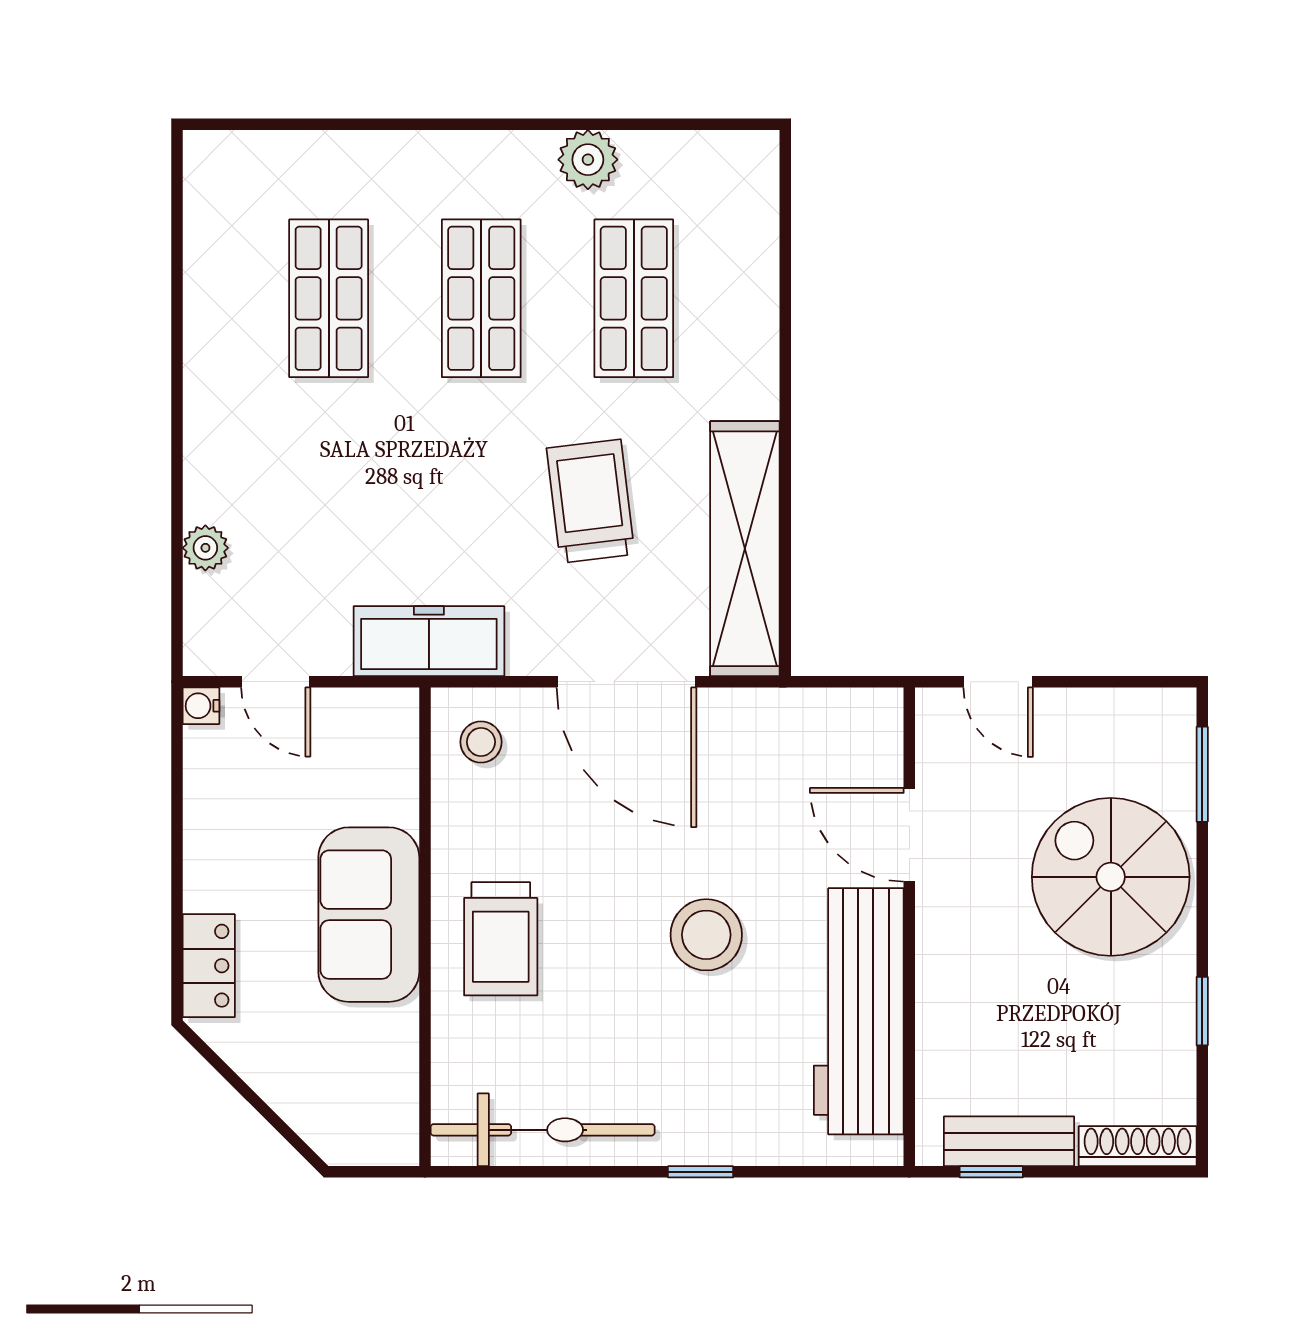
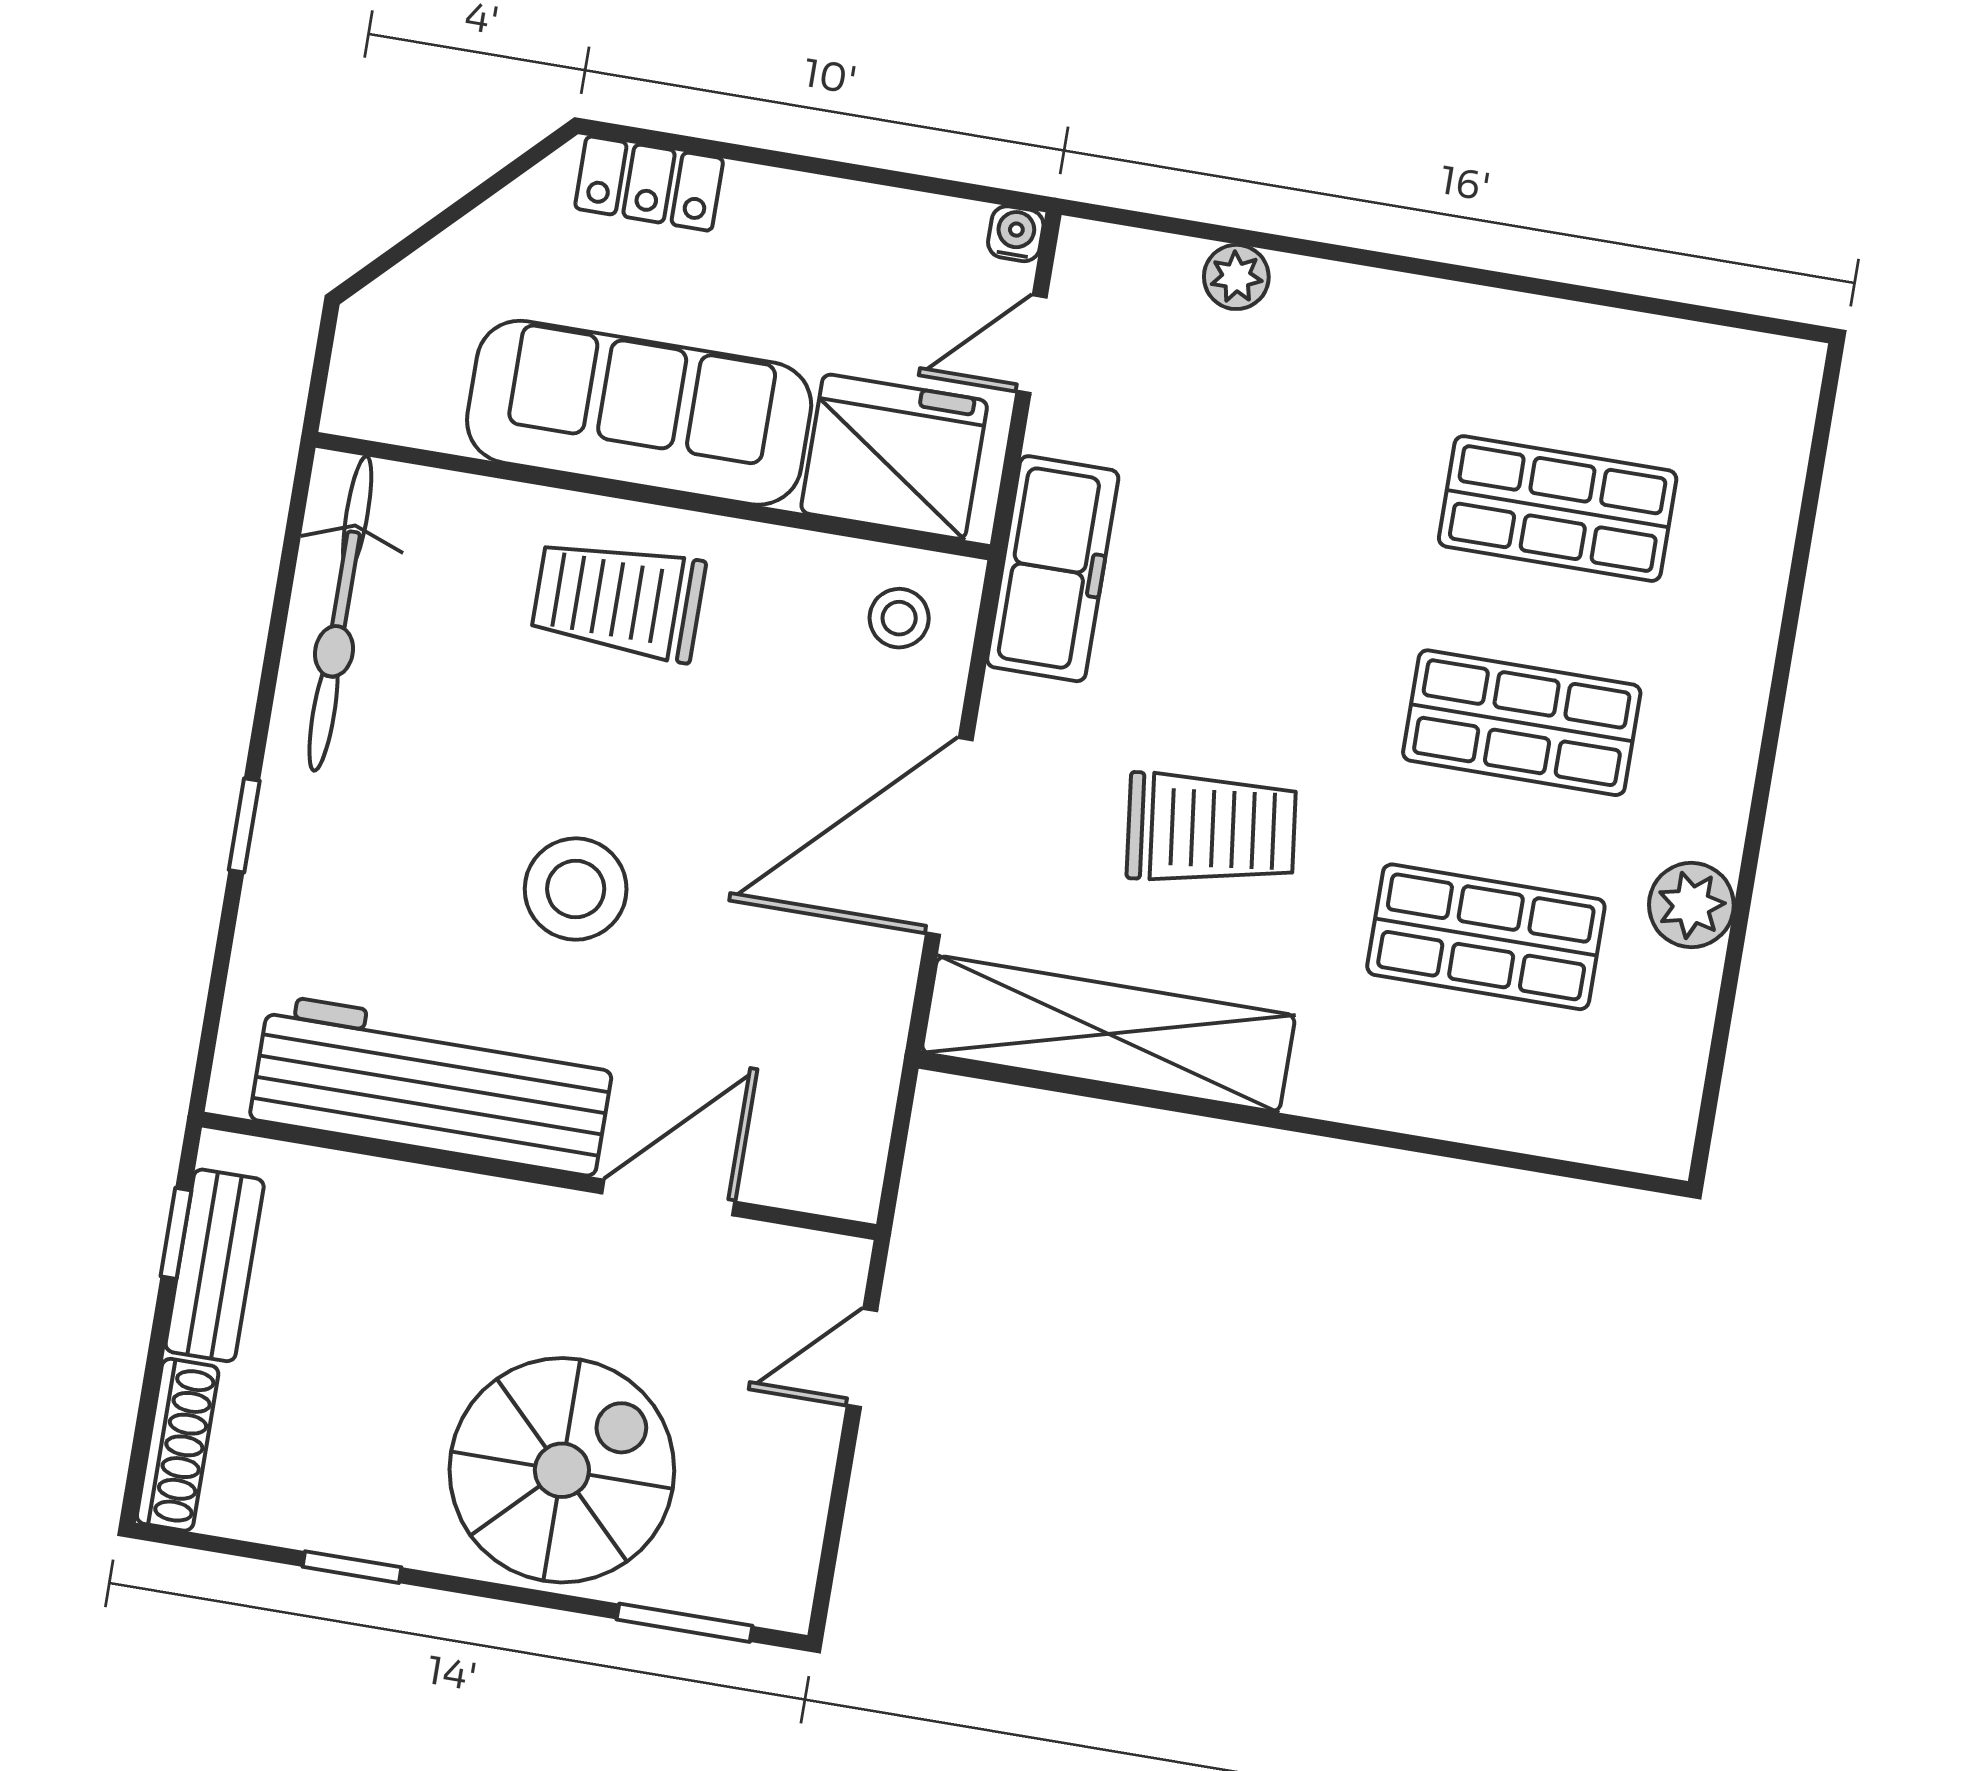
fridge: (370, 764) -> (894, 457), added
sofa: (369, 915) -> (639, 413), width x1.36

